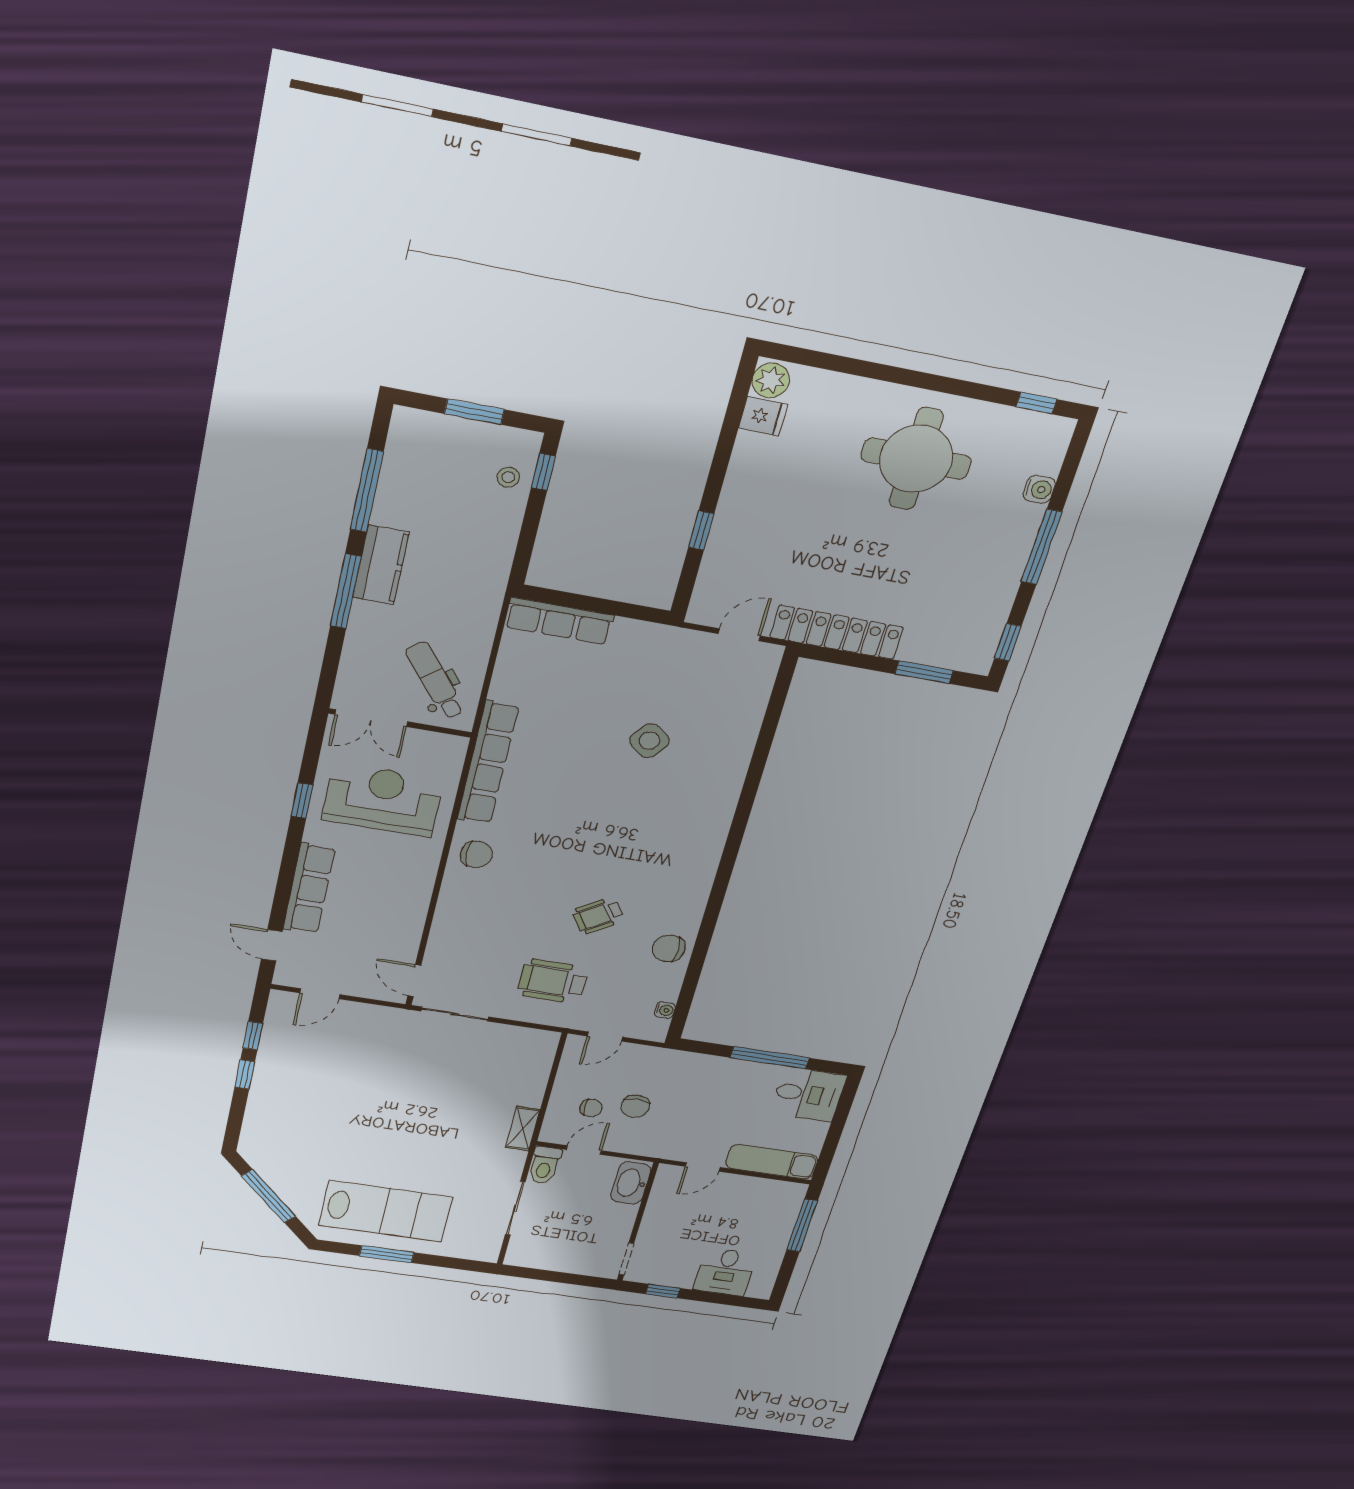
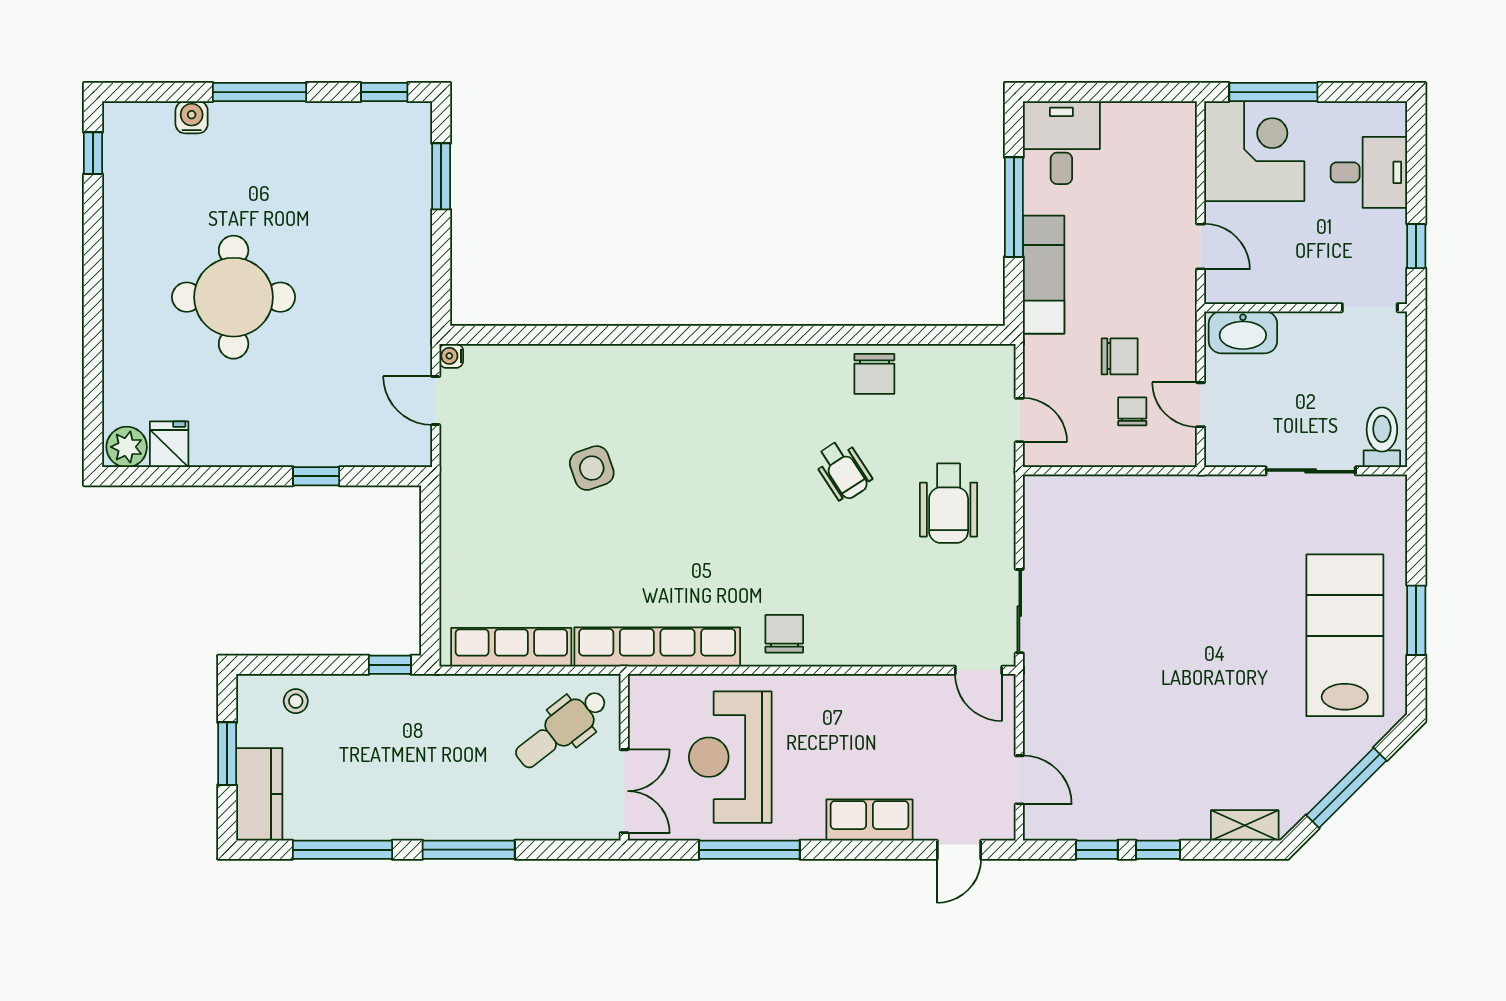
round table: (916, 459) -> (234, 297), moved
window: (543, 472) -> (390, 665), moved
kitchen counter: (381, 565) -> (259, 794), moved, turned 90
row of seats: (559, 621) -> (511, 647), moved, turned -90
locker: (837, 632) -> (410, 291), removed
side table: (649, 741) -> (592, 468), turned 33
window: (302, 801) -> (749, 850), width x2.17
row of seats: (309, 889) -> (869, 820), width x0.68
door: (414, 980) -> (979, 670), hinge flipped
water cooler: (665, 1010) -> (451, 356), moved, turned -90
shelving: (523, 1128) -> (1245, 825), moved
exam couch: (772, 1162) -> (1044, 275), moved, turned 180
toilet: (545, 1165) -> (1382, 437), moved, turned -90
corner desk: (763, 1208) -> (1254, 151), added

